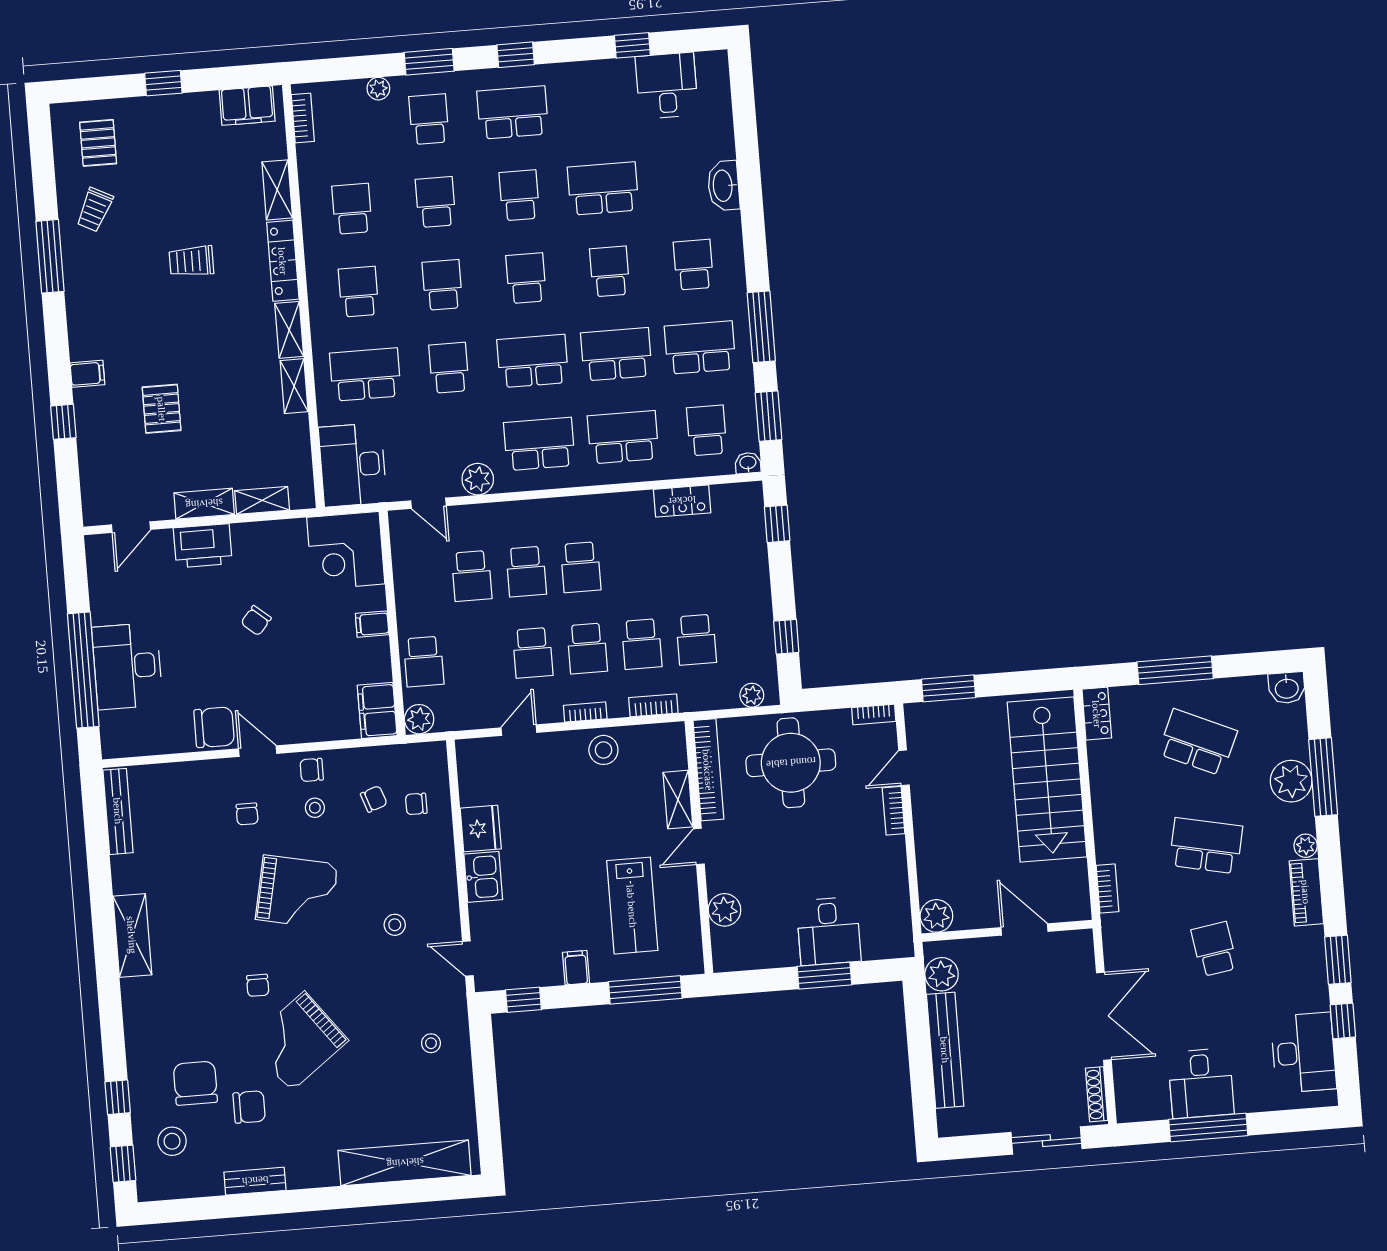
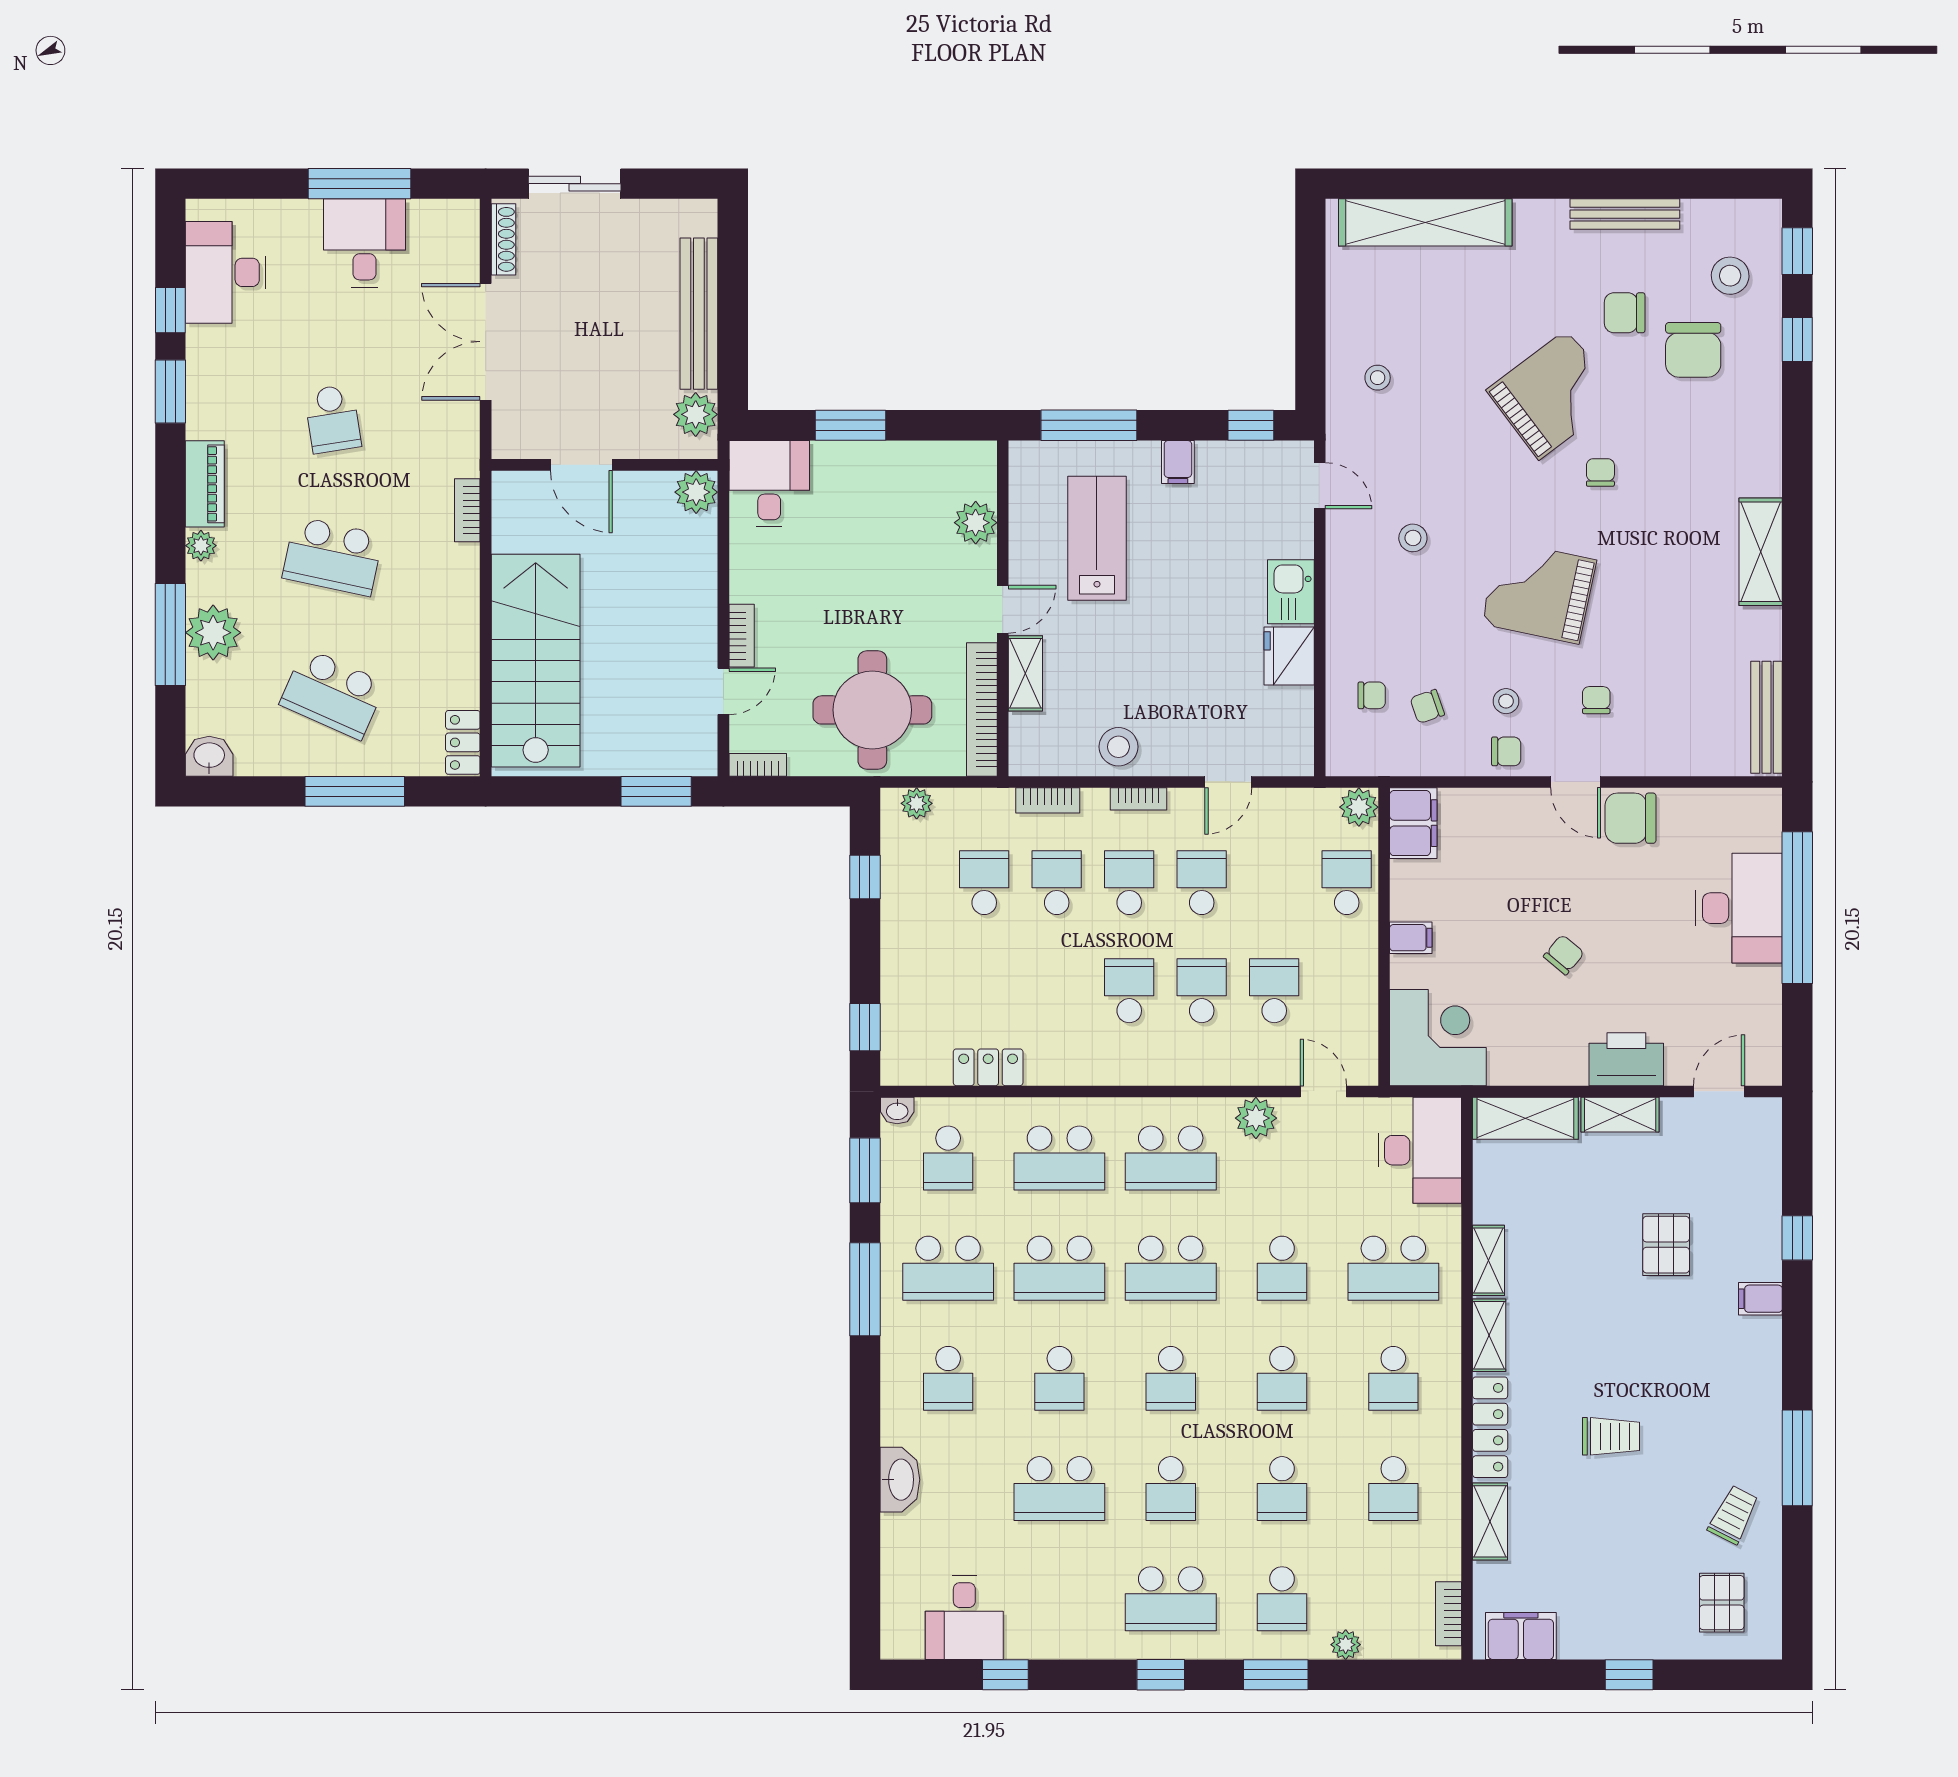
shelving: (262, 500) -> (1525, 1118), width x1.50, depth x1.33
desk: (829, 931) -> (769, 484), moved
bench: (255, 1181) -> (1625, 214), width x1.36

